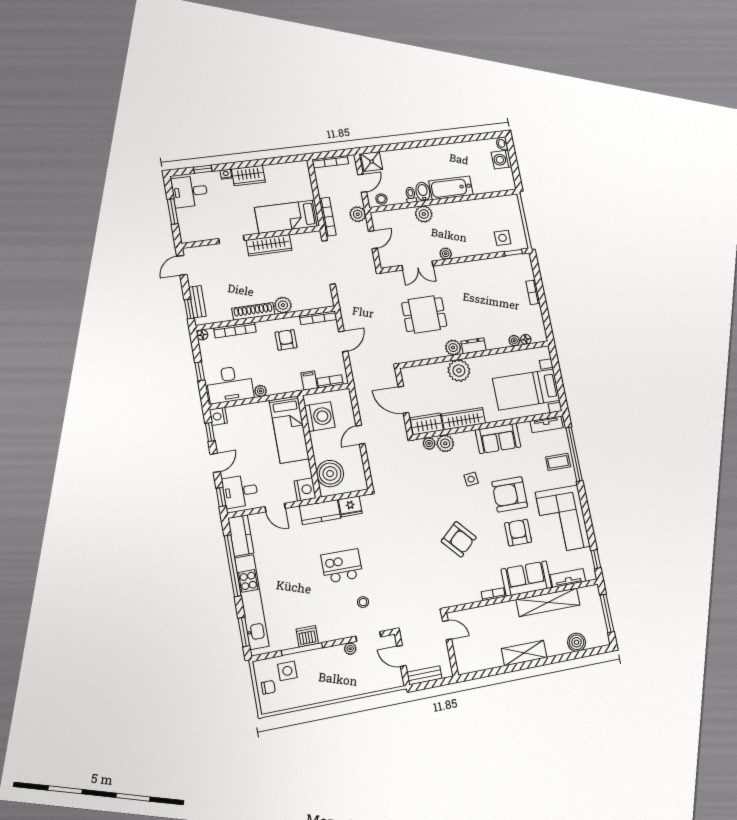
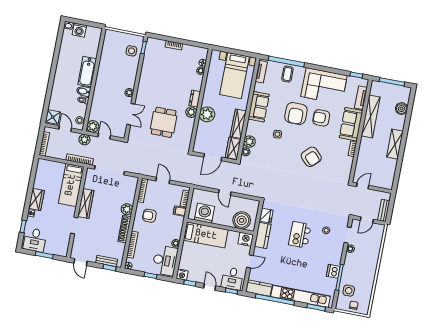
plant: (424, 214) -> (93, 126), moved
armchair: (459, 539) -> (311, 157), turned 88

